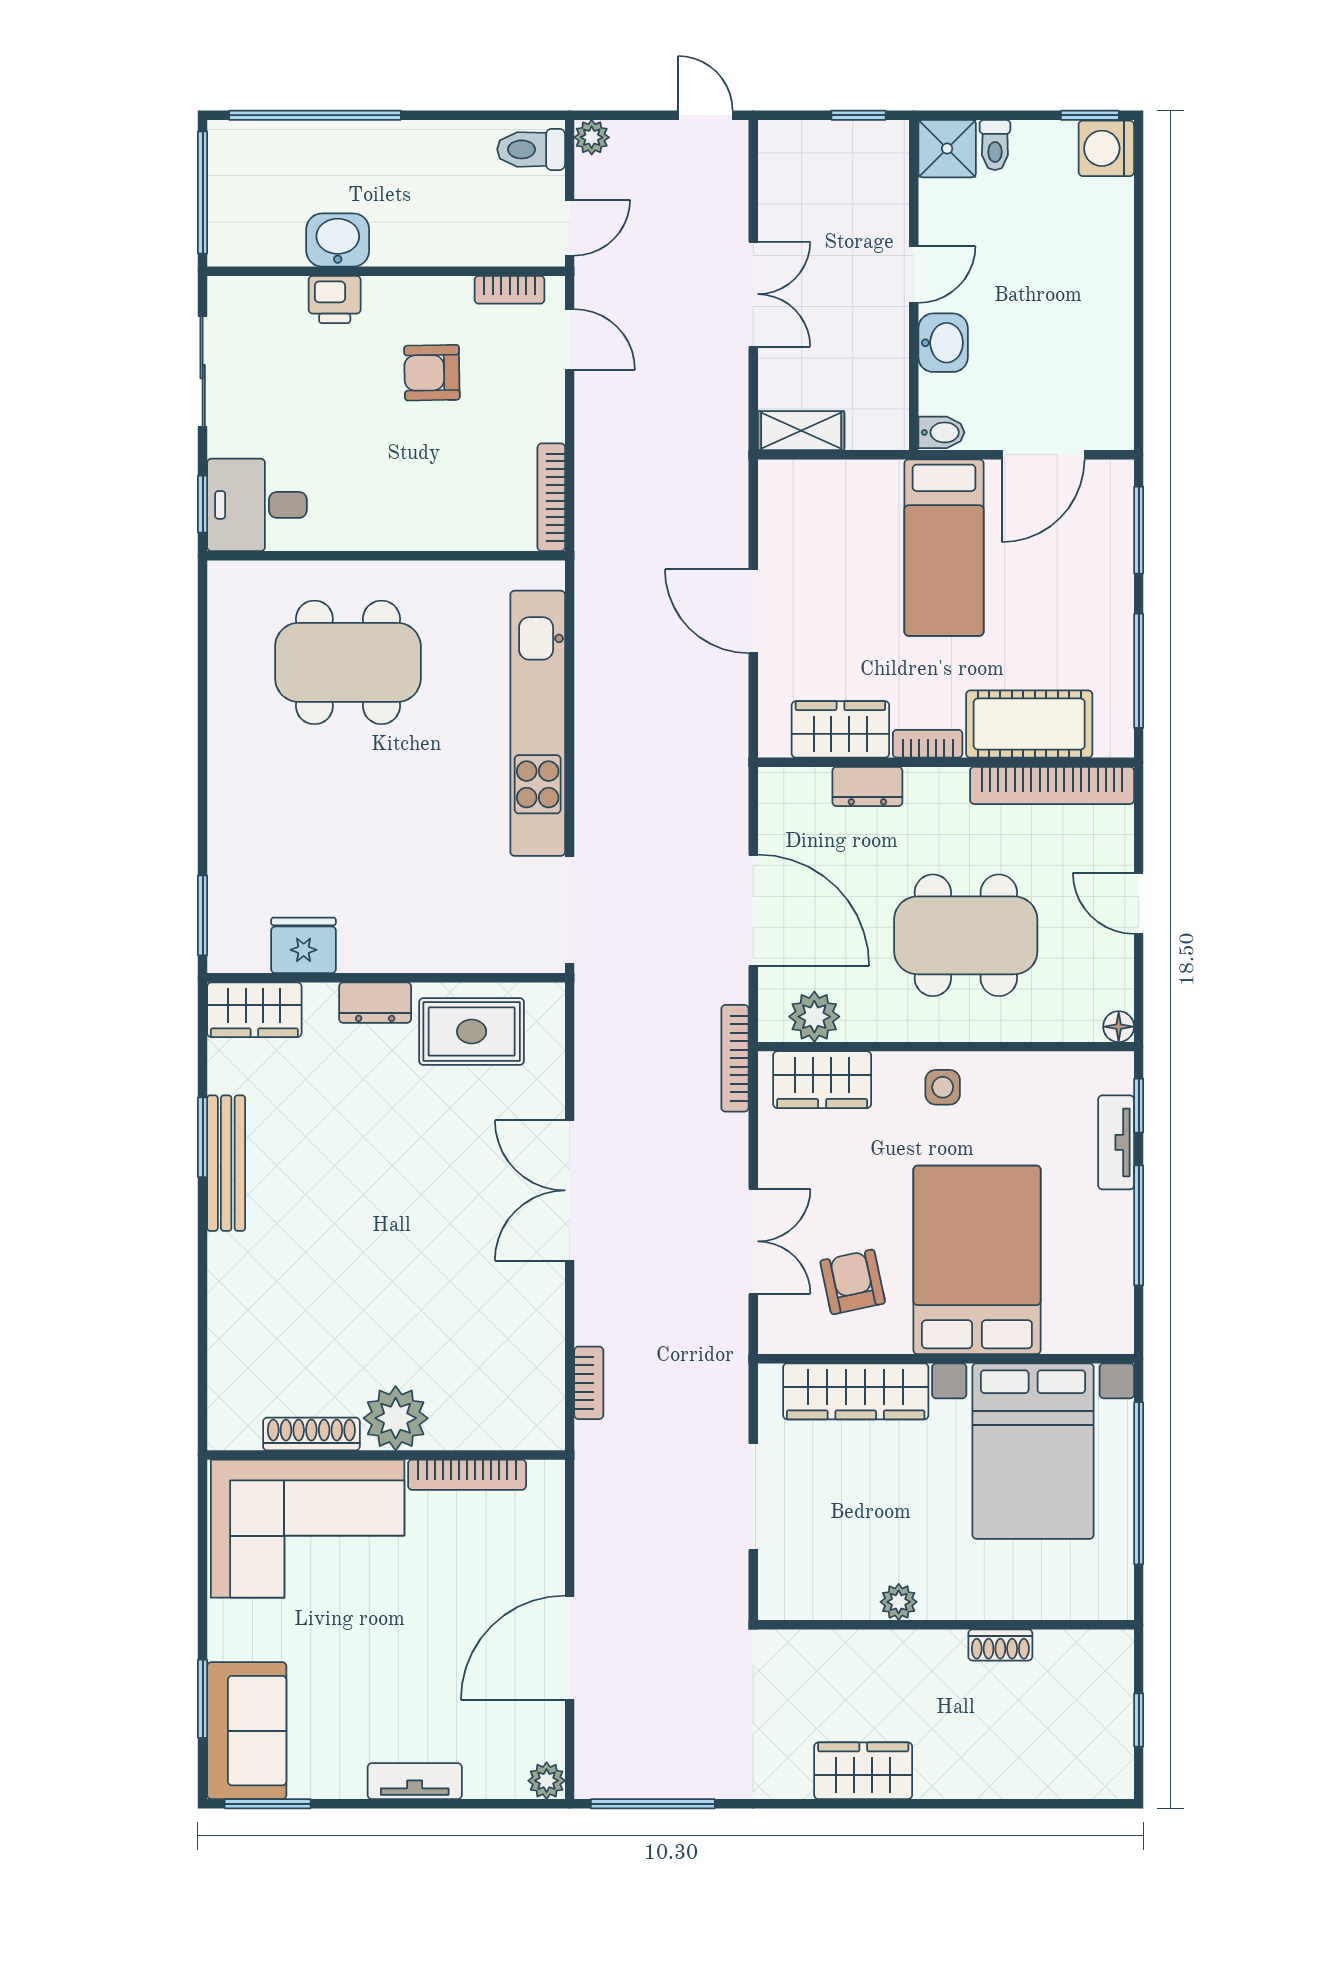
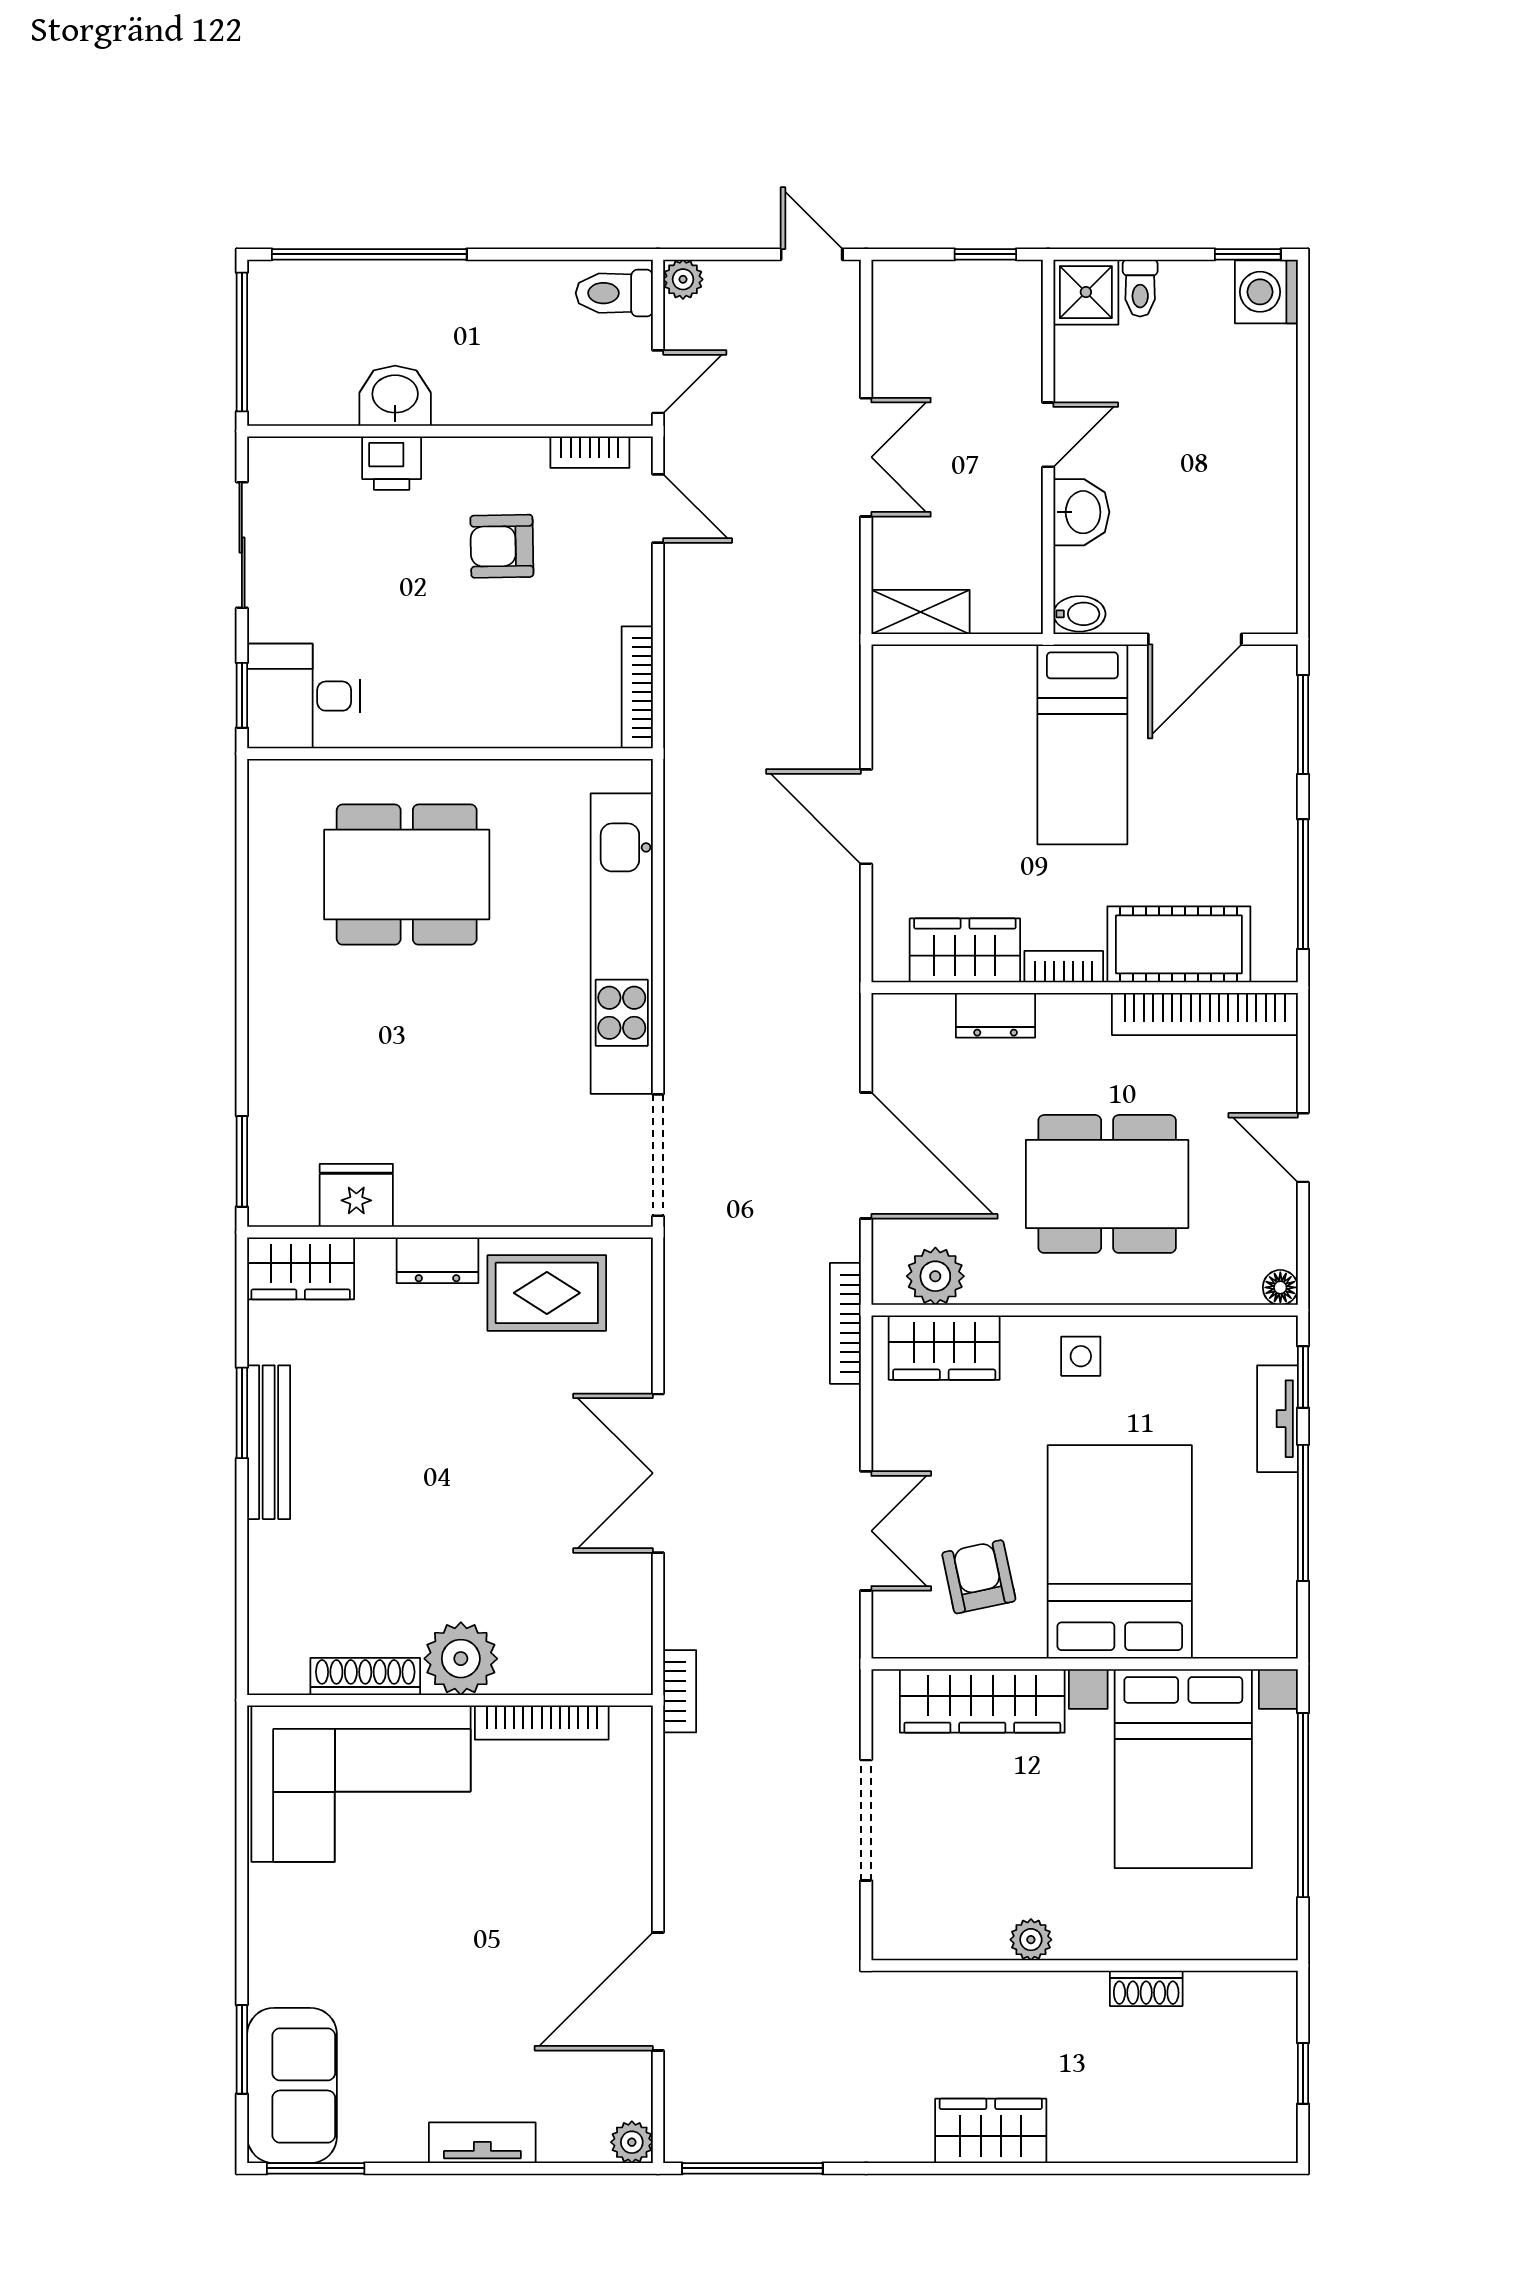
plant: (396, 1418) -> (461, 1659), moved
shoe rack: (311, 1434) -> (365, 1676), moved
wall: (386, 1455) -> (450, 1700), moved
bookcase: (467, 1475) -> (542, 1723), moved
corner sofa: (308, 1529) -> (361, 1784), moved

